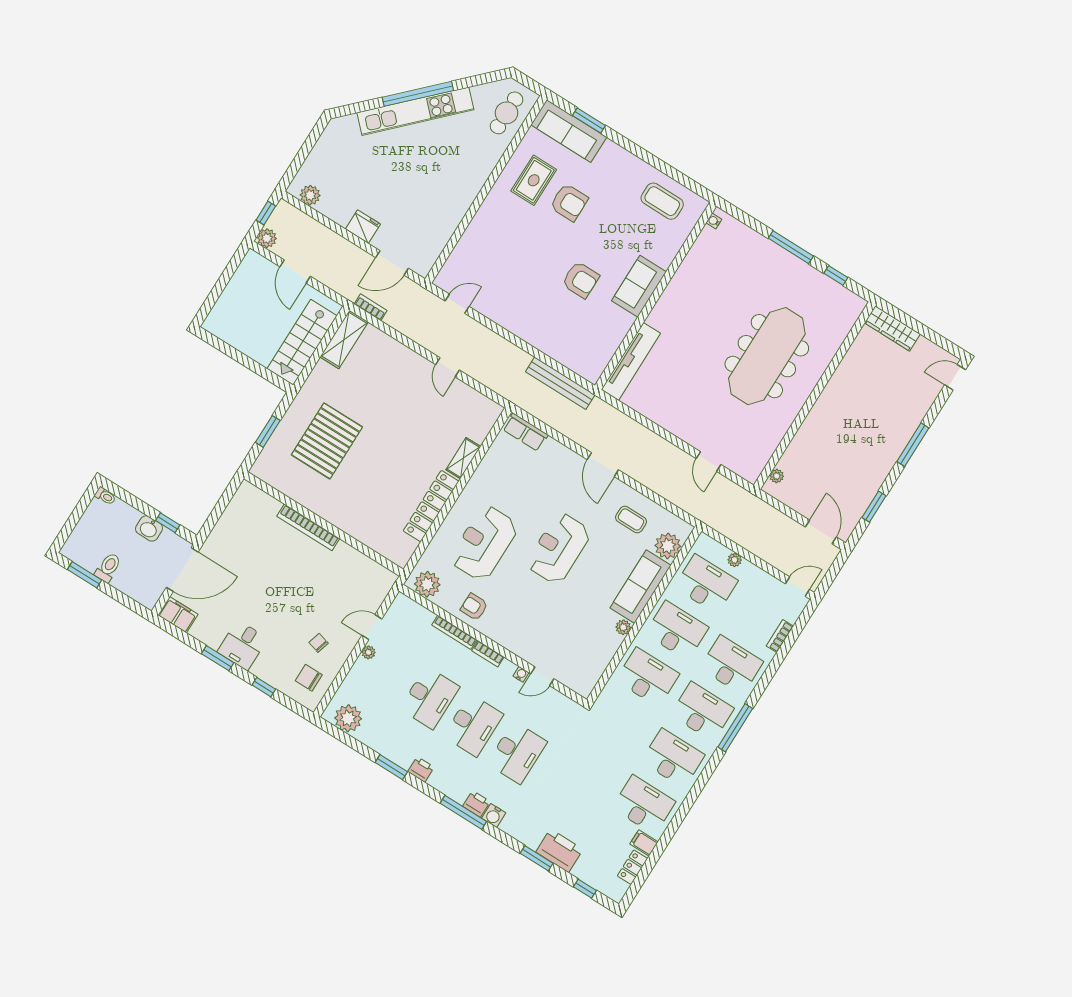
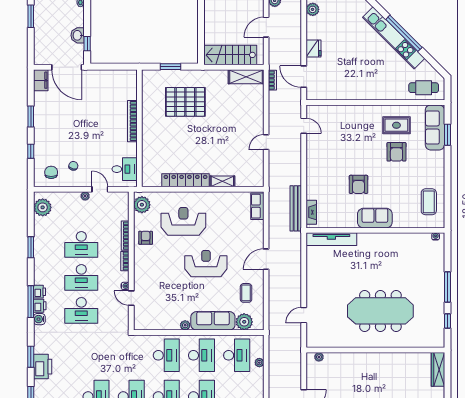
fireplace: (578, 366) -> (311, 212), added
toilet: (108, 568) -> (43, 26), removed
desk: (242, 645) -> (125, 169), moved, turned 180
printer: (421, 769) -> (40, 292), moved

